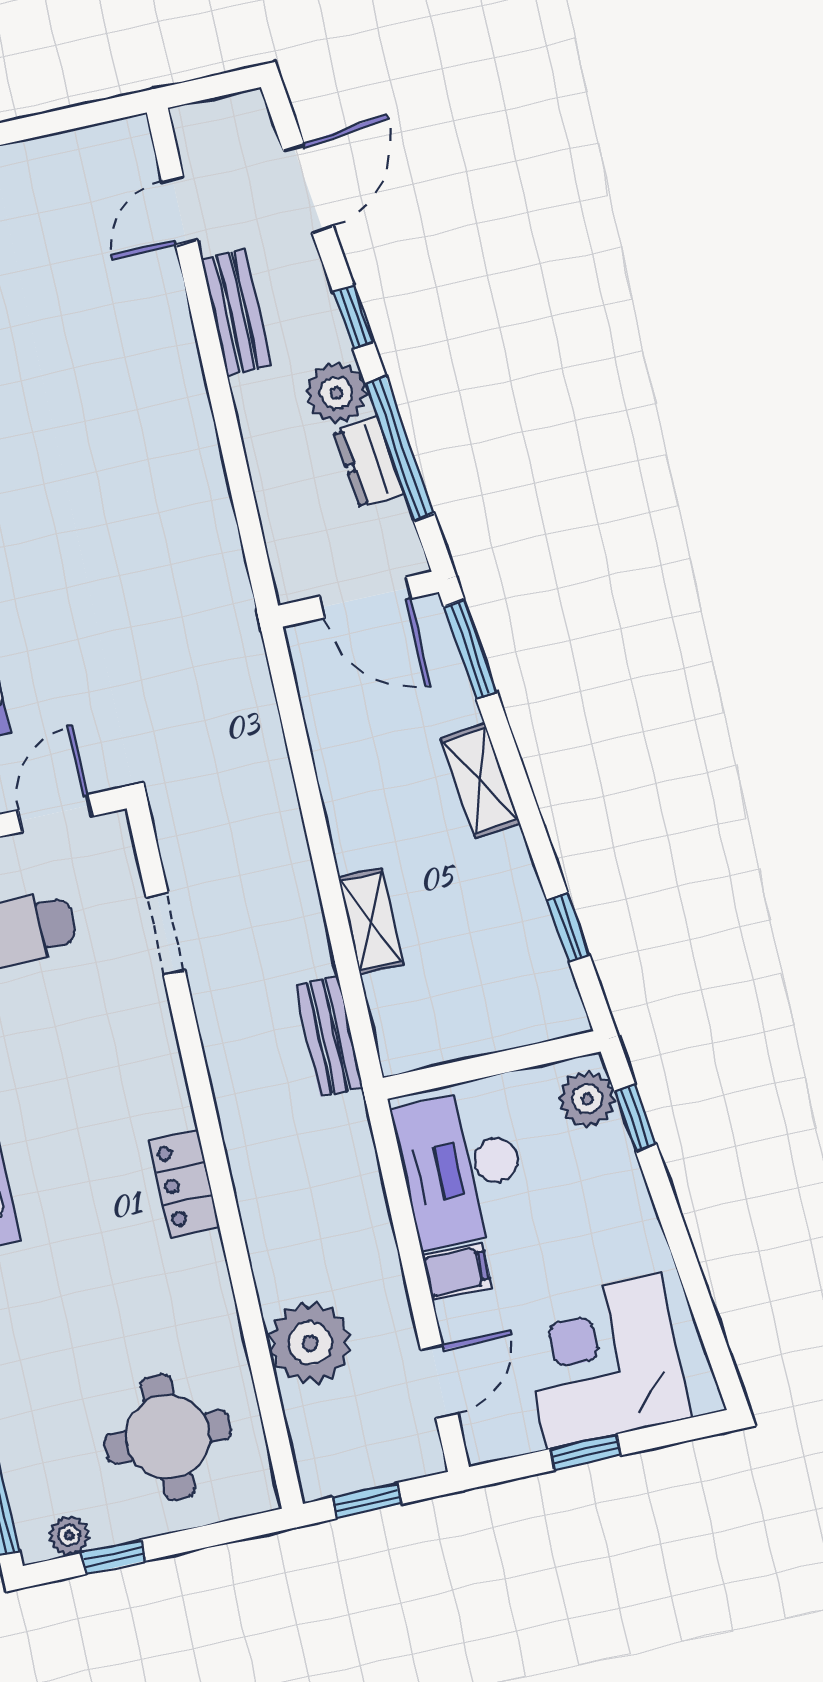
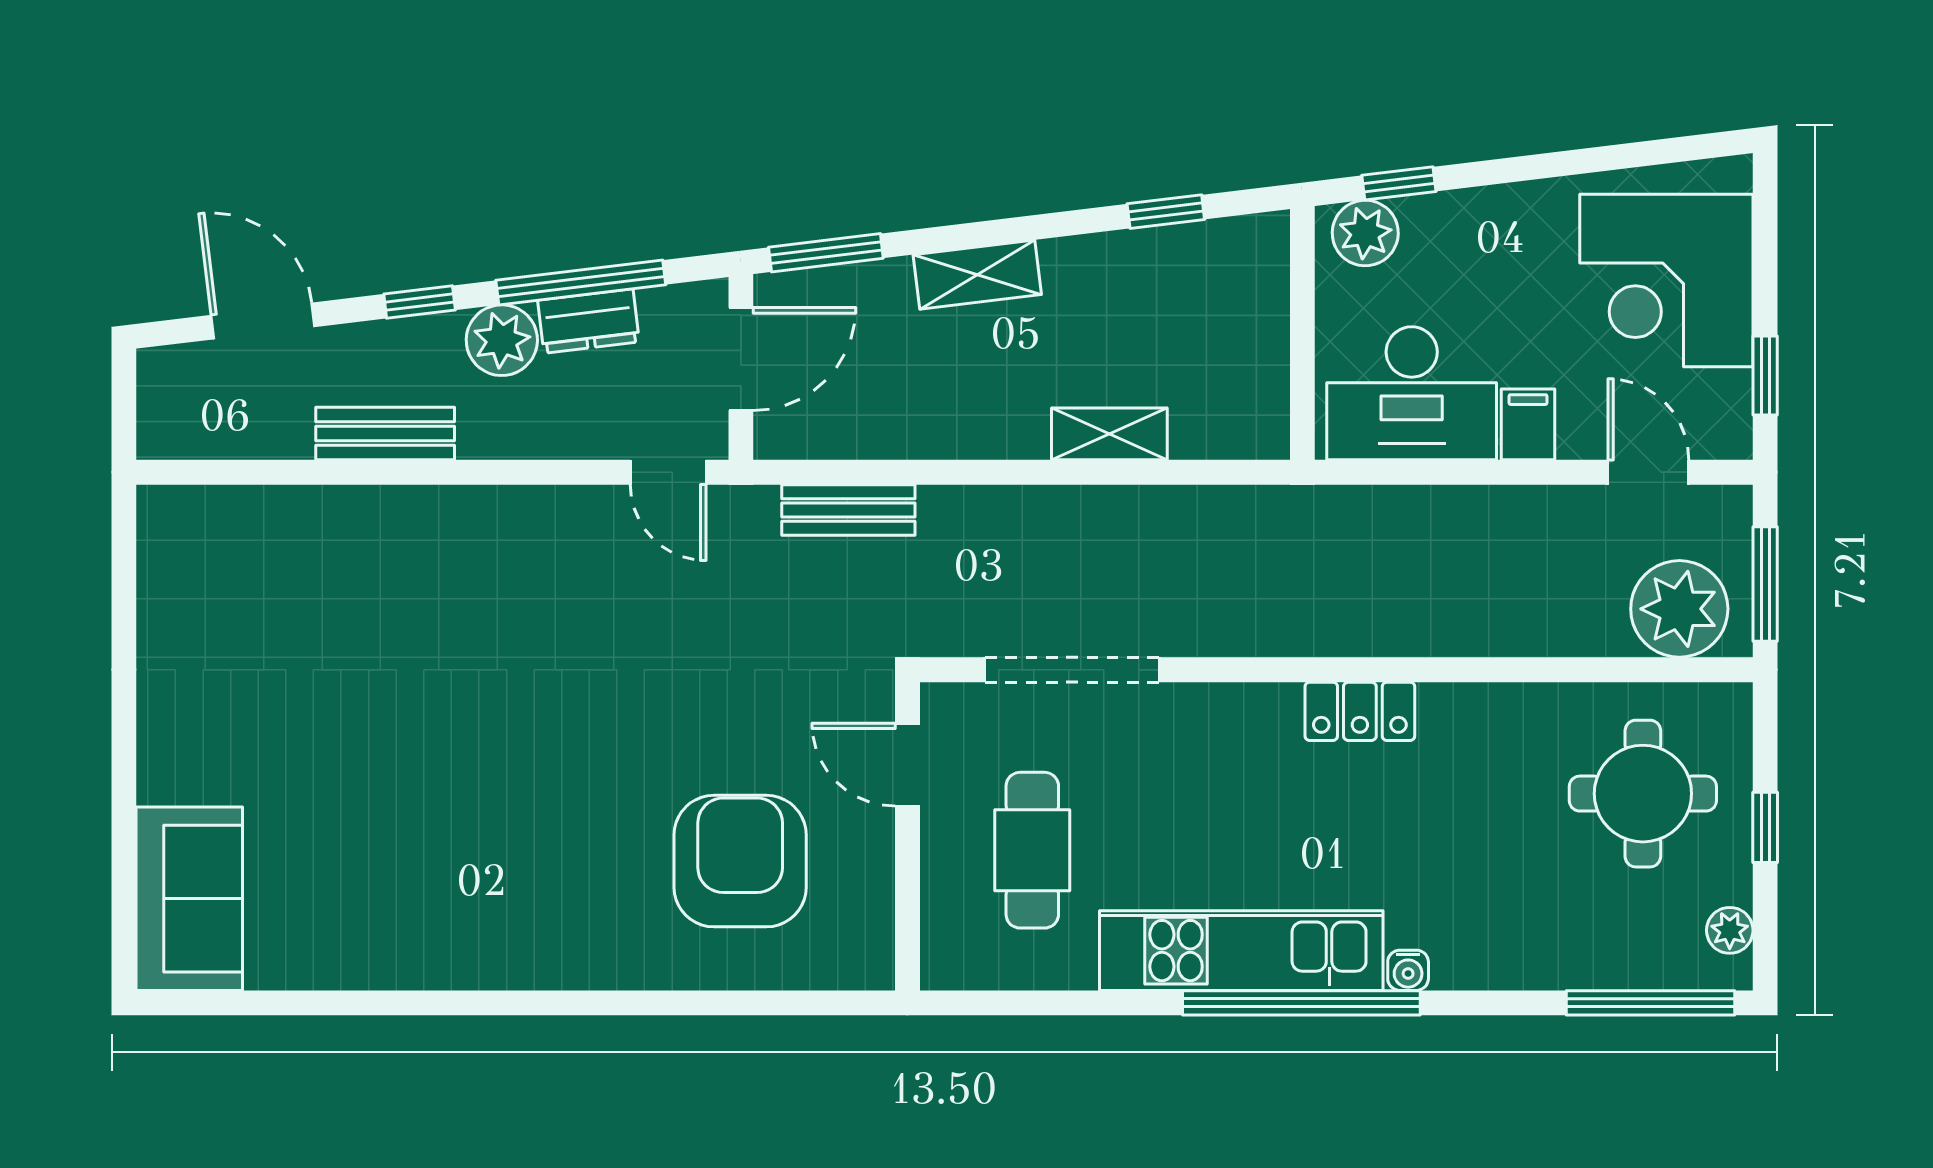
door: (180, 211) -> (668, 472), moved
doorway: (166, 934) -> (1072, 670), width x1.88
bench: (329, 1036) -> (848, 510), moved
plant: (310, 1343) -> (1679, 609), moved
window: (586, 1452) -> (1765, 375), moved
window: (367, 1501) -> (1765, 584), width x1.50
window: (114, 1557) -> (1765, 827), moved

